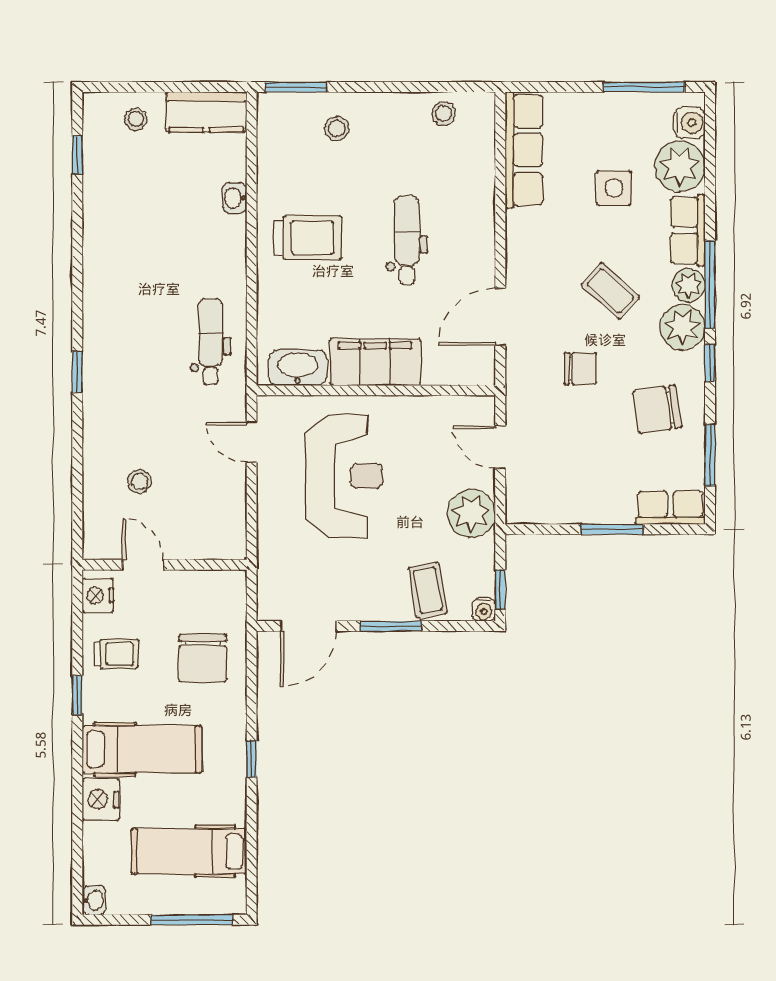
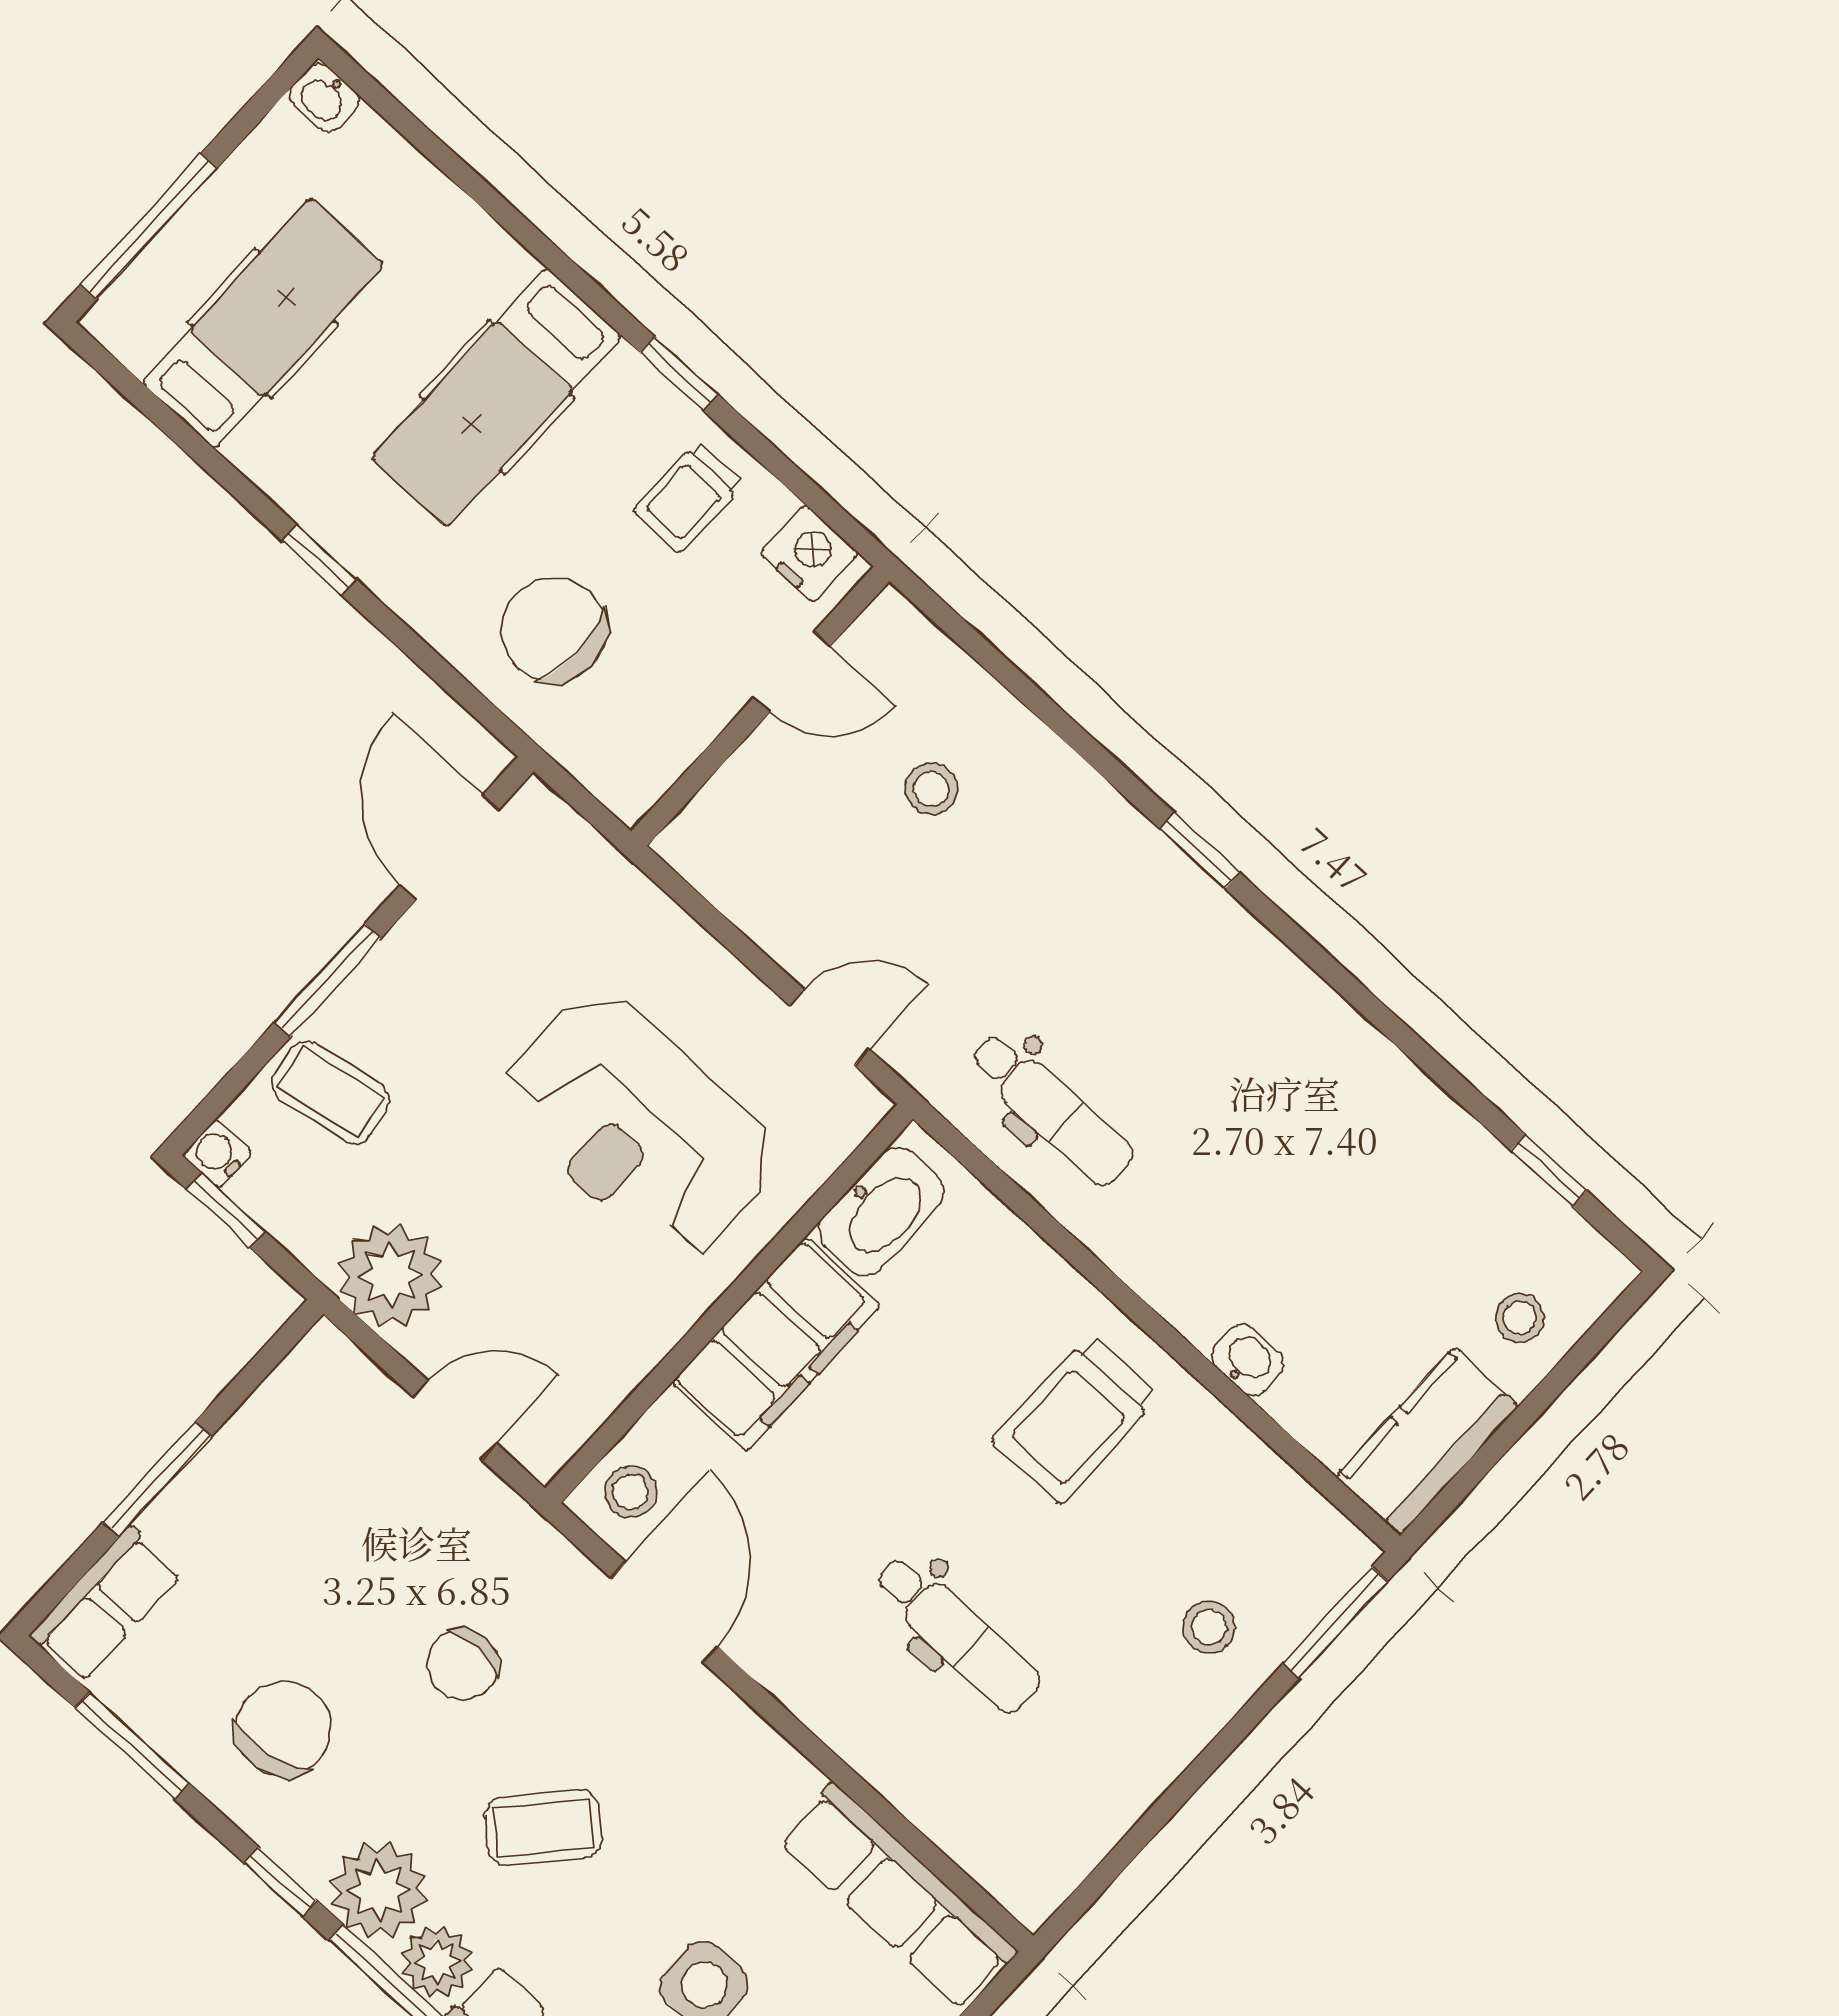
stool: (444, 114) -> (631, 1492), moved
dental chair: (407, 240) -> (957, 1634), moved
nightstand: (101, 799) -> (477, 257), removed

